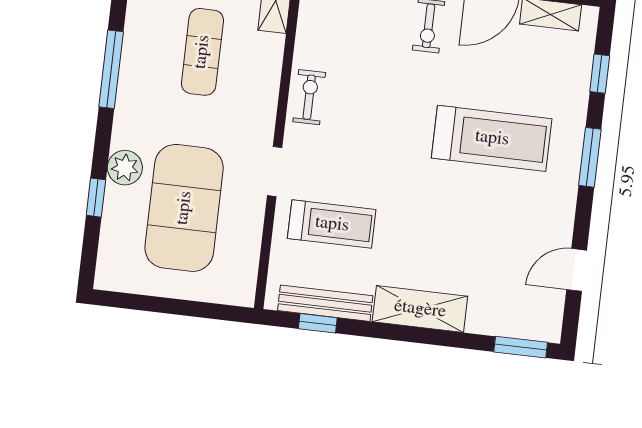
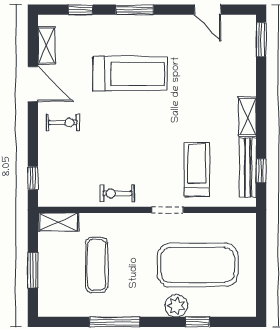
exercise mat: (202, 52) -> (97, 265), turned 90
treadmill: (492, 138) -> (130, 74), turned 90
shelving: (420, 309) -> (247, 117), width x0.67, depth x0.75

